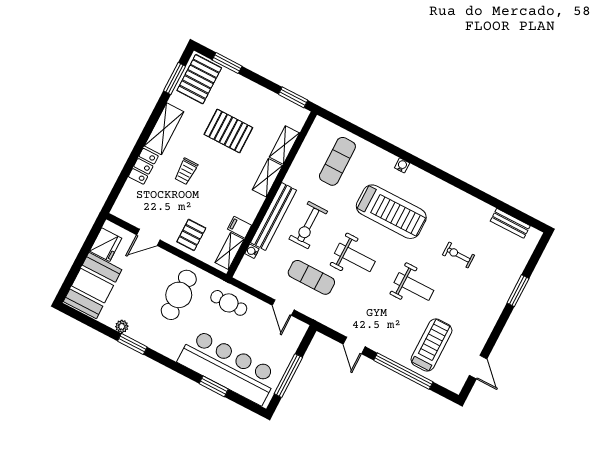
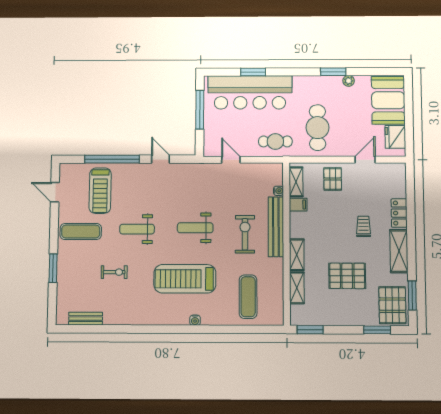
exercise mat: (311, 277) -> (81, 232), moved

